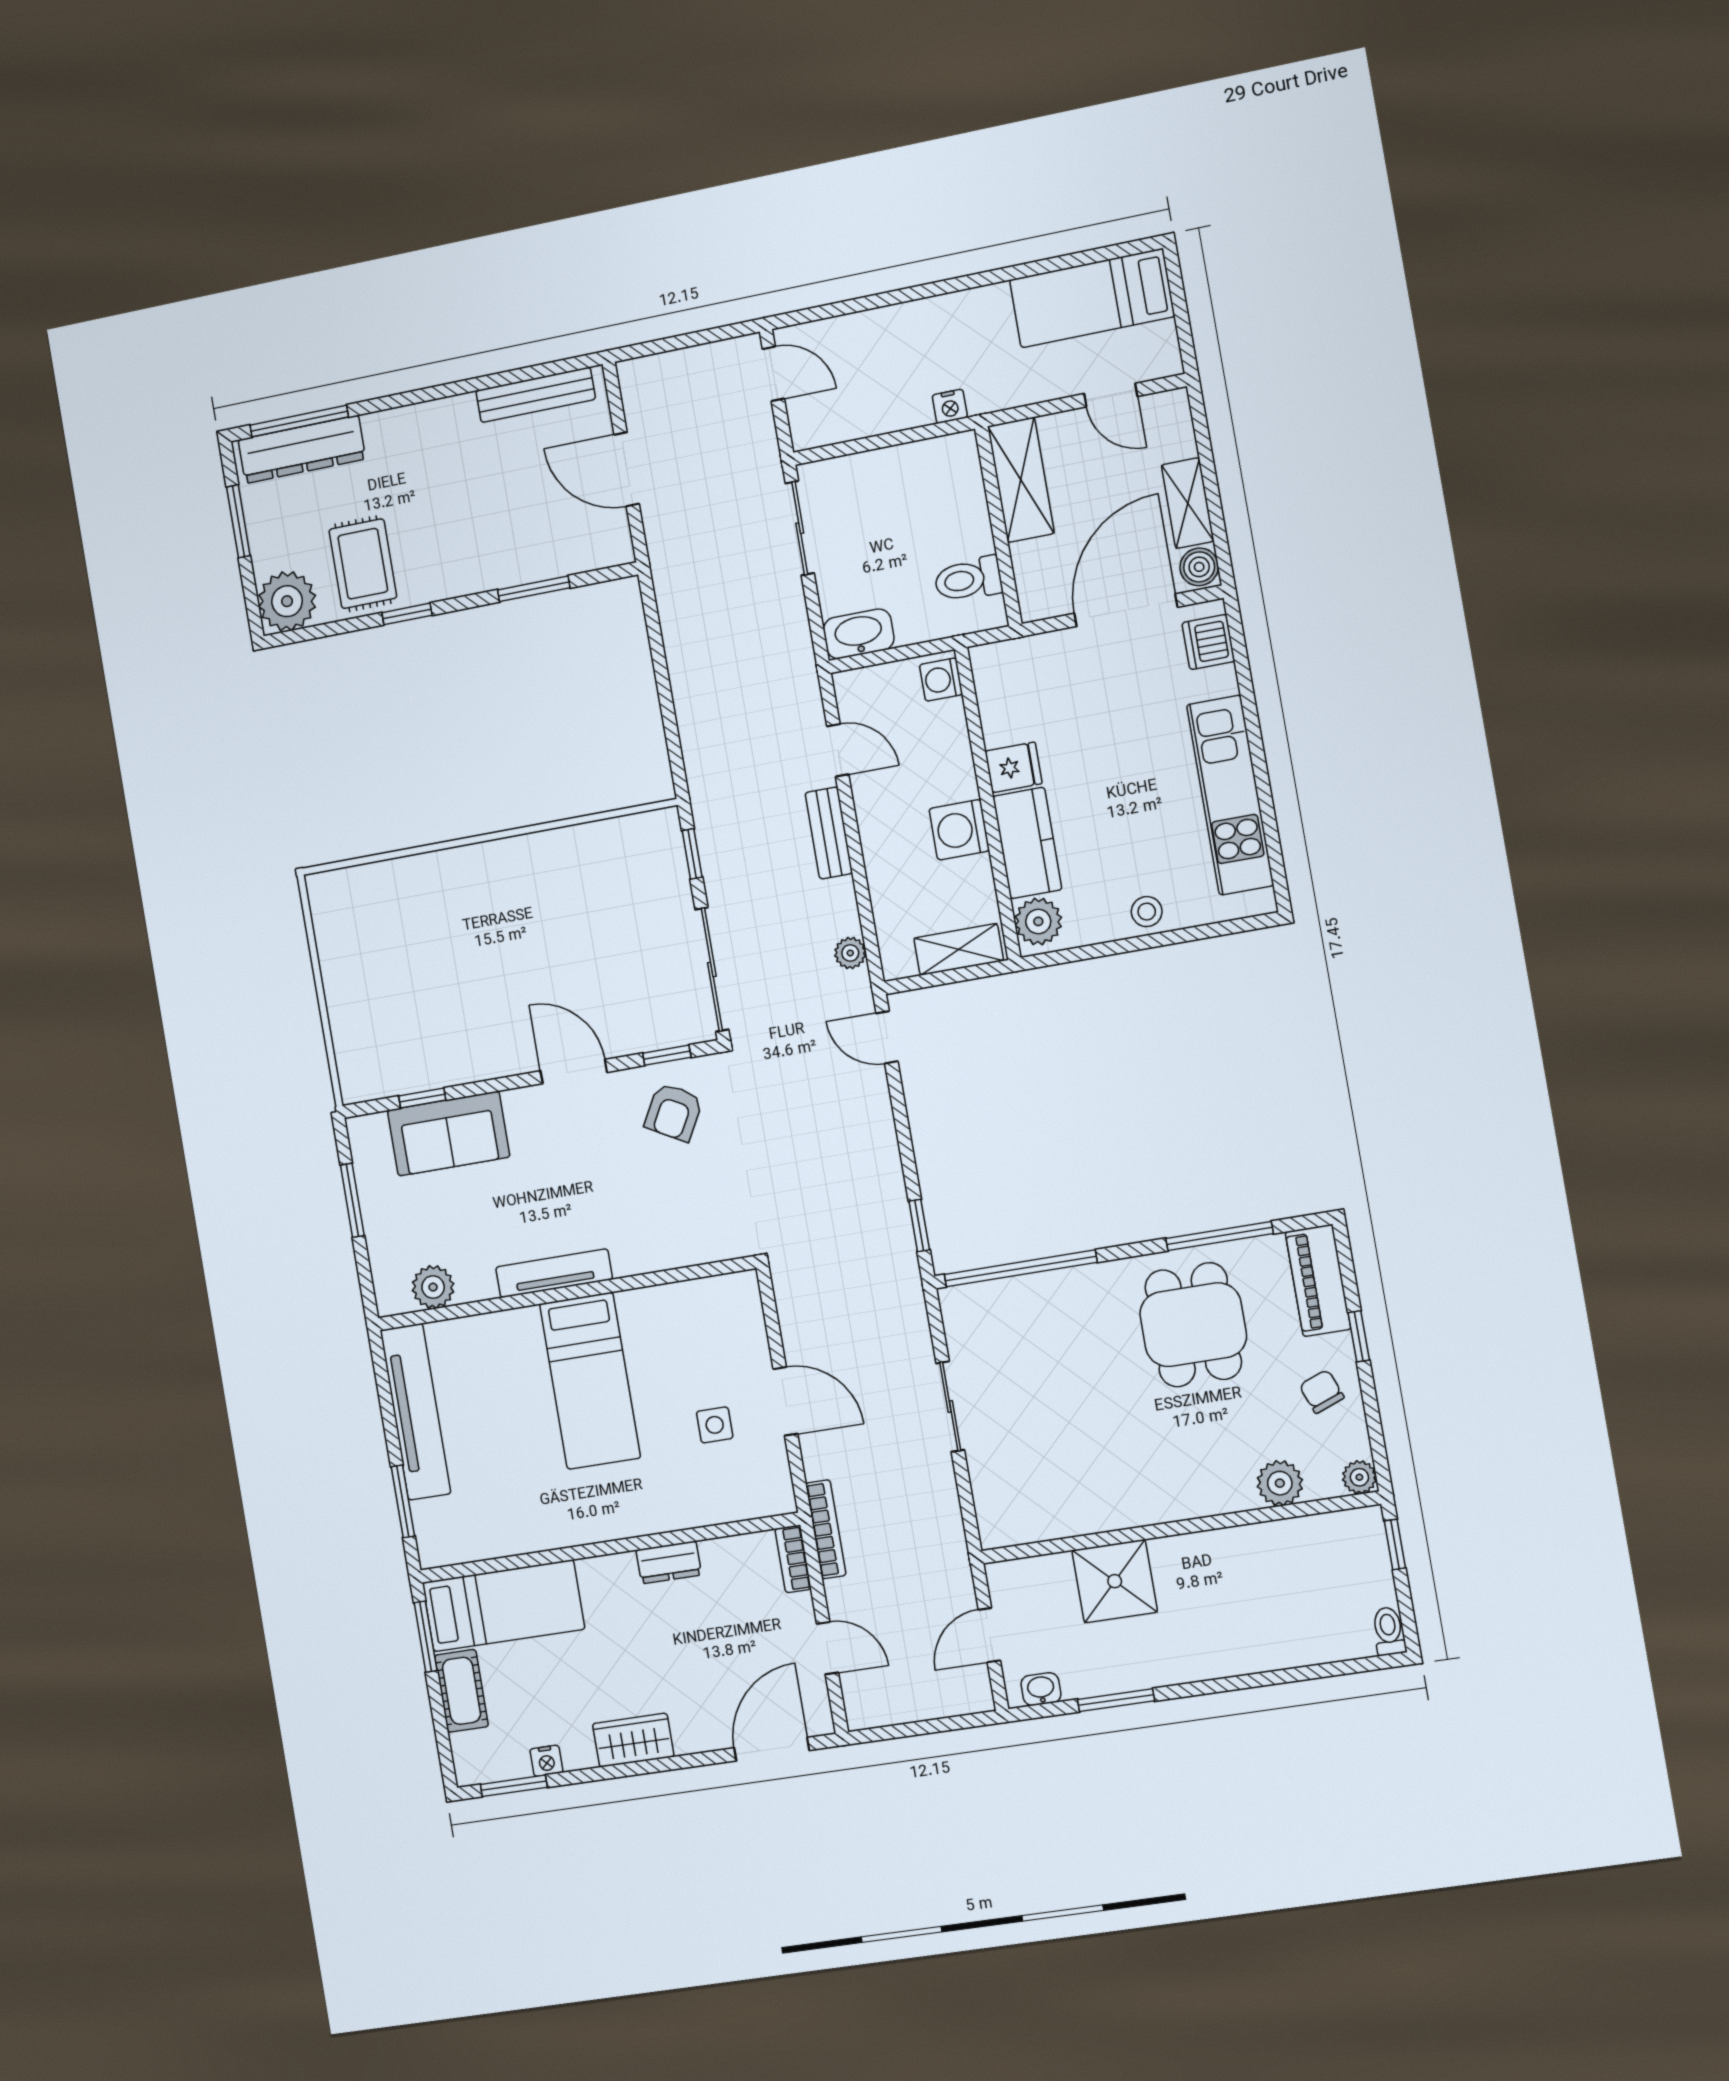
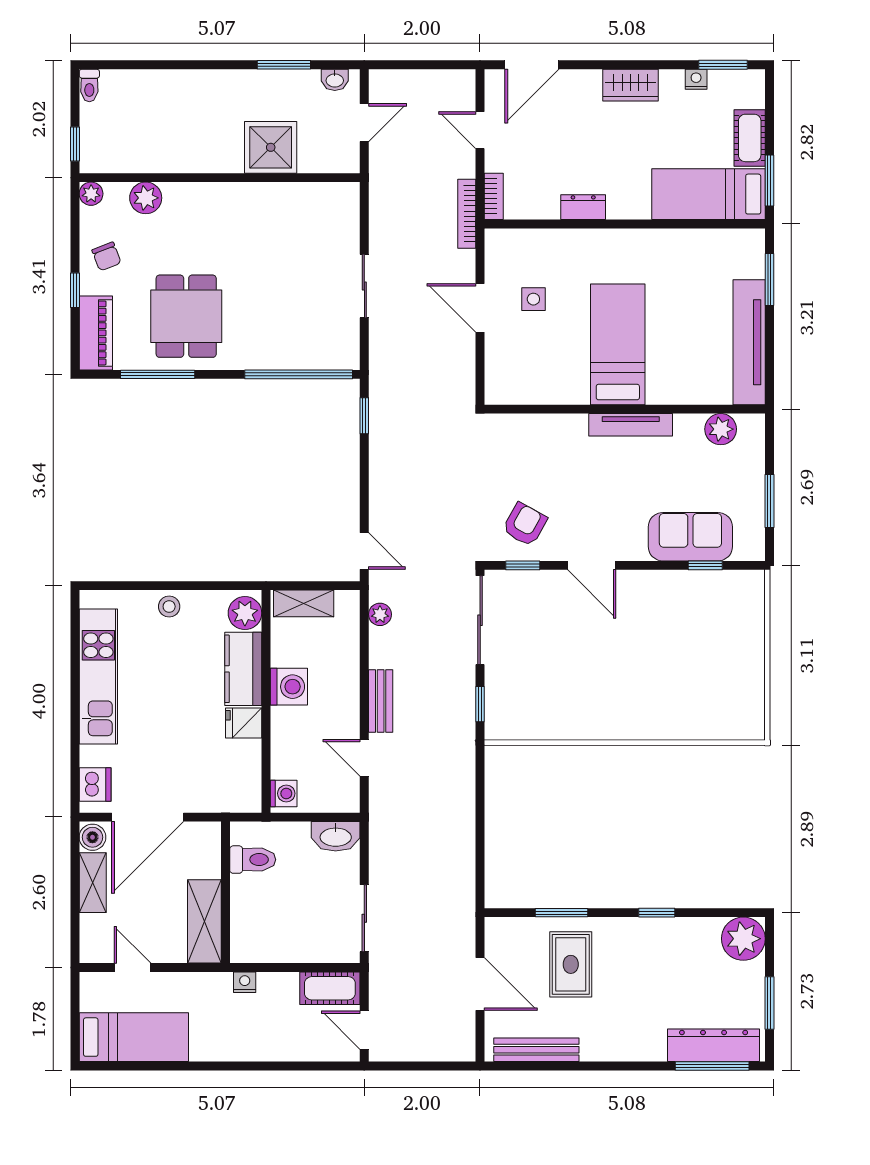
cot: (830, 422) -> (330, 988), added
rug: (363, 564) -> (571, 964), moved

